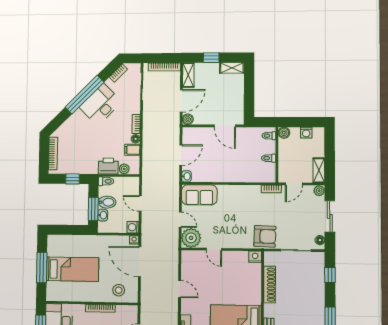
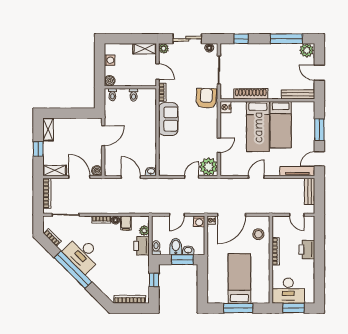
sofa: (199, 195) -> (168, 119), moved
bed: (234, 292) -> (258, 127), added

